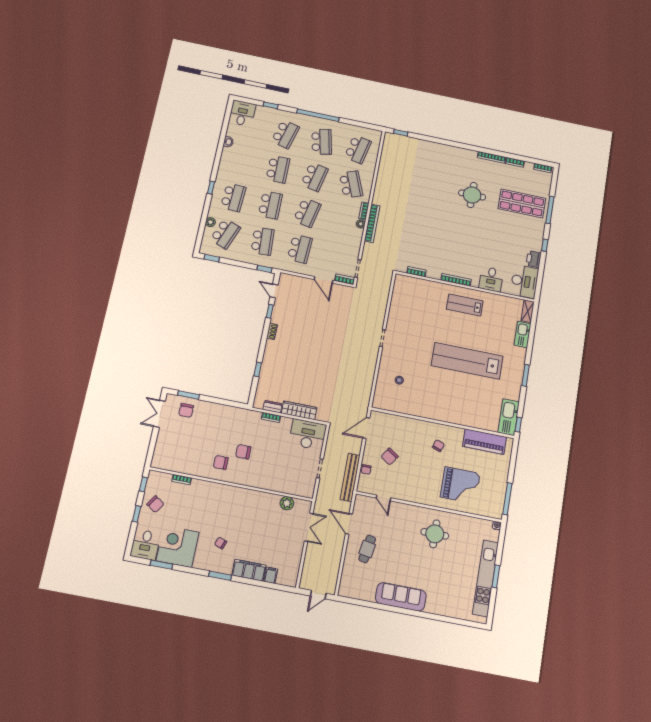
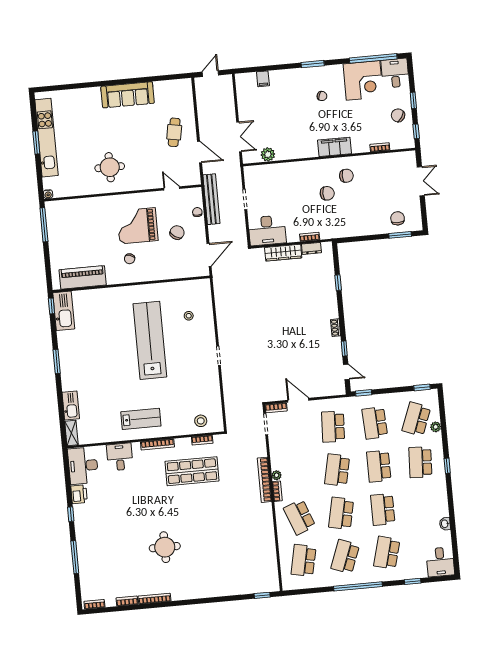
school desk: (322, 142) -> (345, 557), turned 33
shop shelf: (522, 203) -> (192, 471), moved
stool: (413, 288) -> (201, 421), added
lab bench: (467, 361) -> (150, 340), moved, turned -90
double door: (159, 414) -> (421, 181), moved
grand piano: (460, 485) -> (137, 226), moved
double door: (309, 527) -> (239, 137), swing flipped
window: (161, 565) -> (373, 58), width x2.11
filing cabinet: (249, 570) -> (335, 147), moved, turned 180

